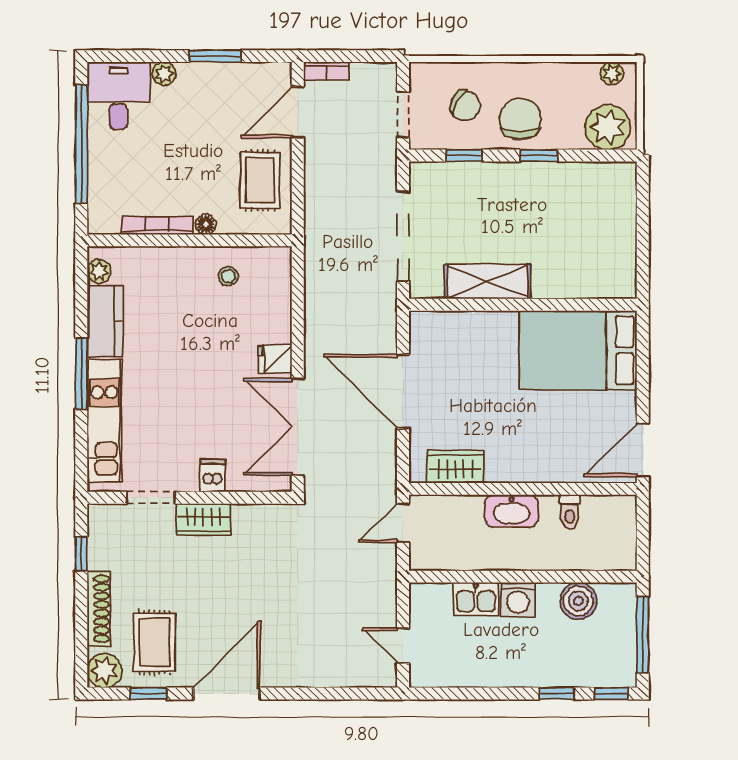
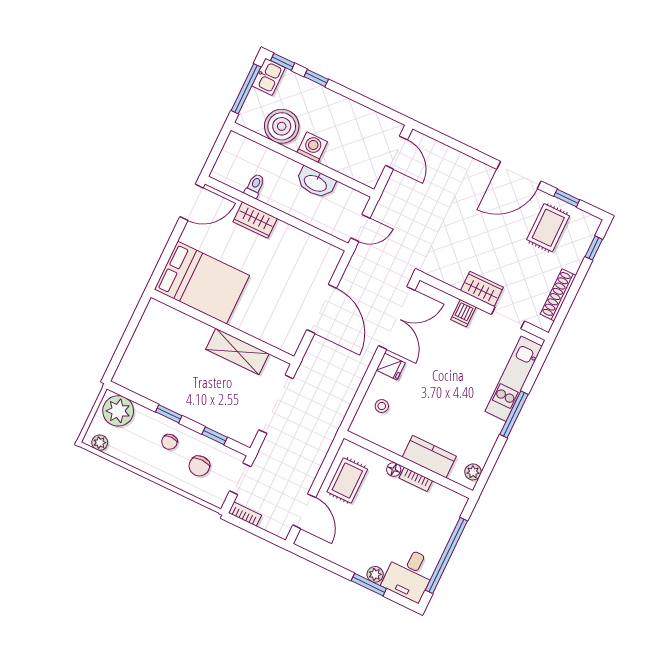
window: (215, 56) -> (369, 585), moved
bookcase: (326, 71) -> (245, 514), moved
chair: (465, 106) -> (199, 466), turned -118
door: (298, 112) -> (304, 511), hinge flipped
chair: (520, 119) -> (169, 442), width x0.54, depth x0.54
bookcase: (157, 225) -> (416, 479), width x0.64
stool: (228, 276) -> (382, 406), moved
kitchen counter: (105, 321) -> (429, 457), moved, turned 90
wardrobe: (455, 467) -> (255, 220), moved
washbasin: (512, 511) -> (316, 183), moved, turned 180
window: (81, 554) -> (594, 248), moved
kitchen sink: (476, 599) -> (269, 77), moved, turned 90
boiler: (578, 601) -> (282, 126), width x1.37, depth x1.37
shoe rack: (99, 609) -> (558, 295), moved
door: (403, 646) -> (396, 153), width x1.38
plant: (104, 671) -> (587, 225), removed

